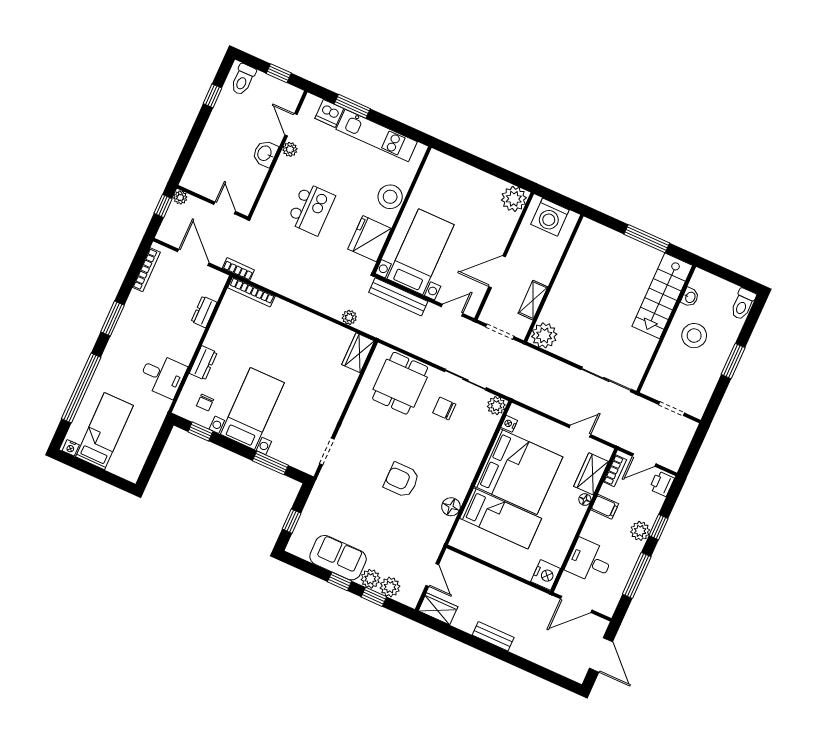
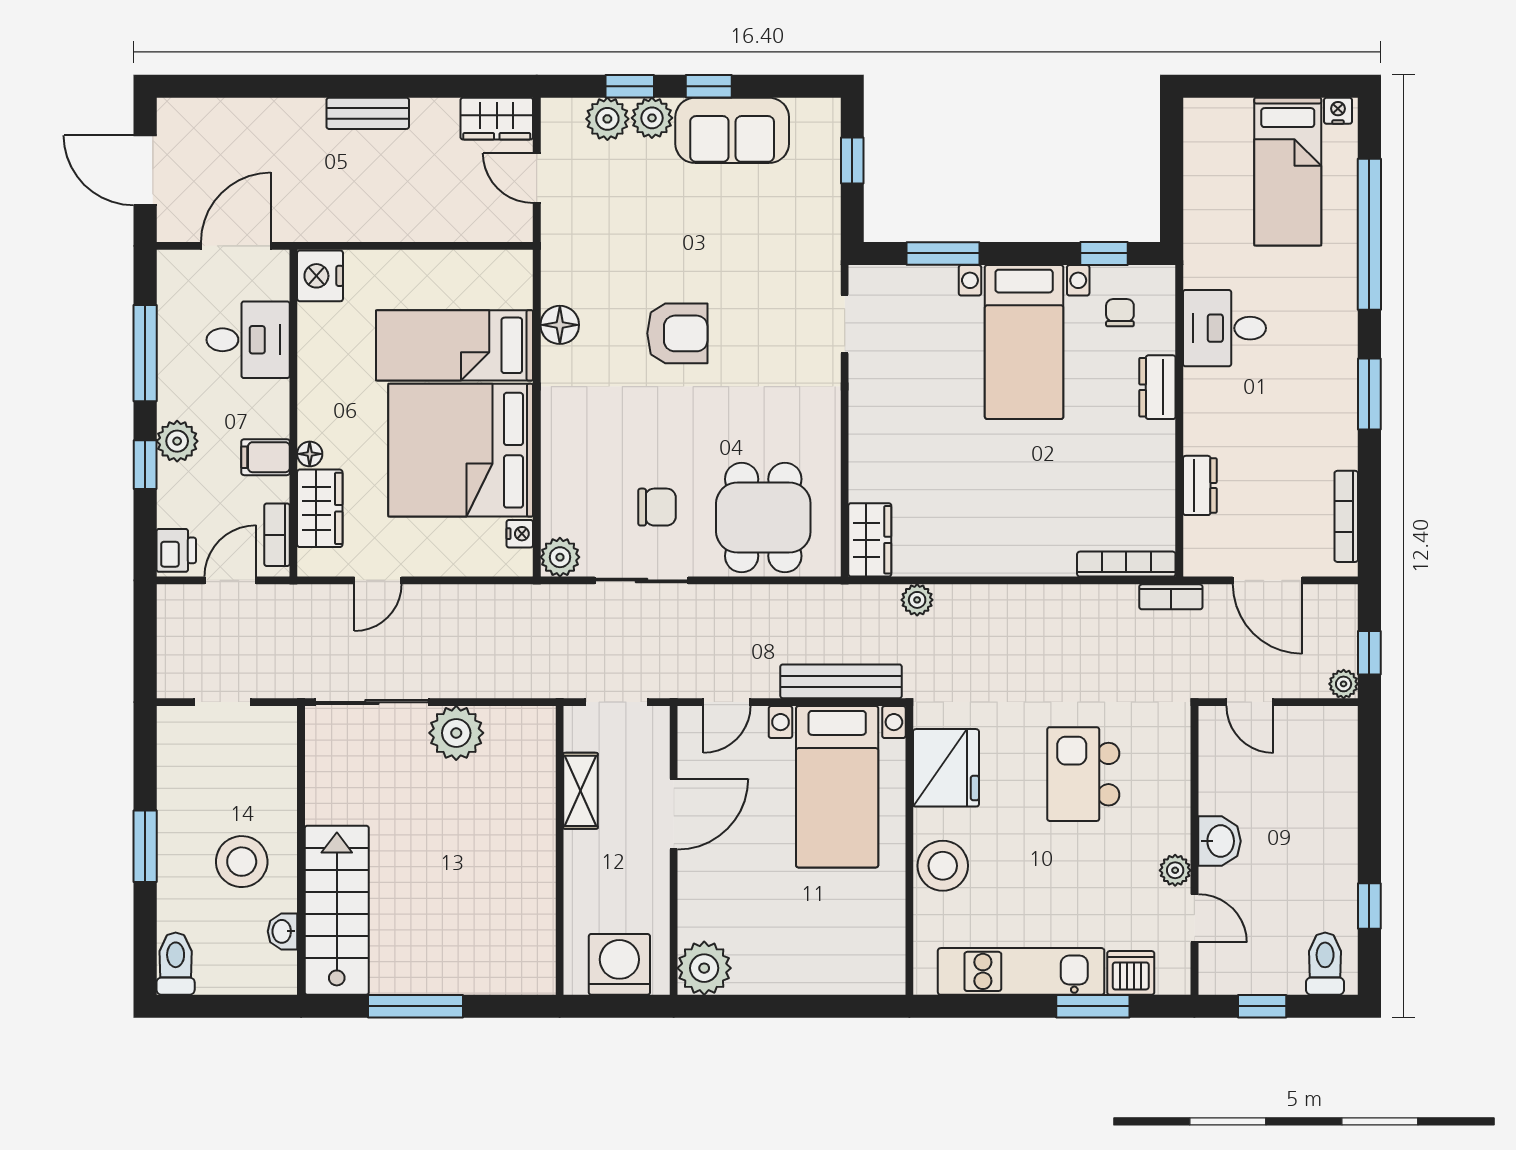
plant: (544, 335) -> (456, 733), moved

